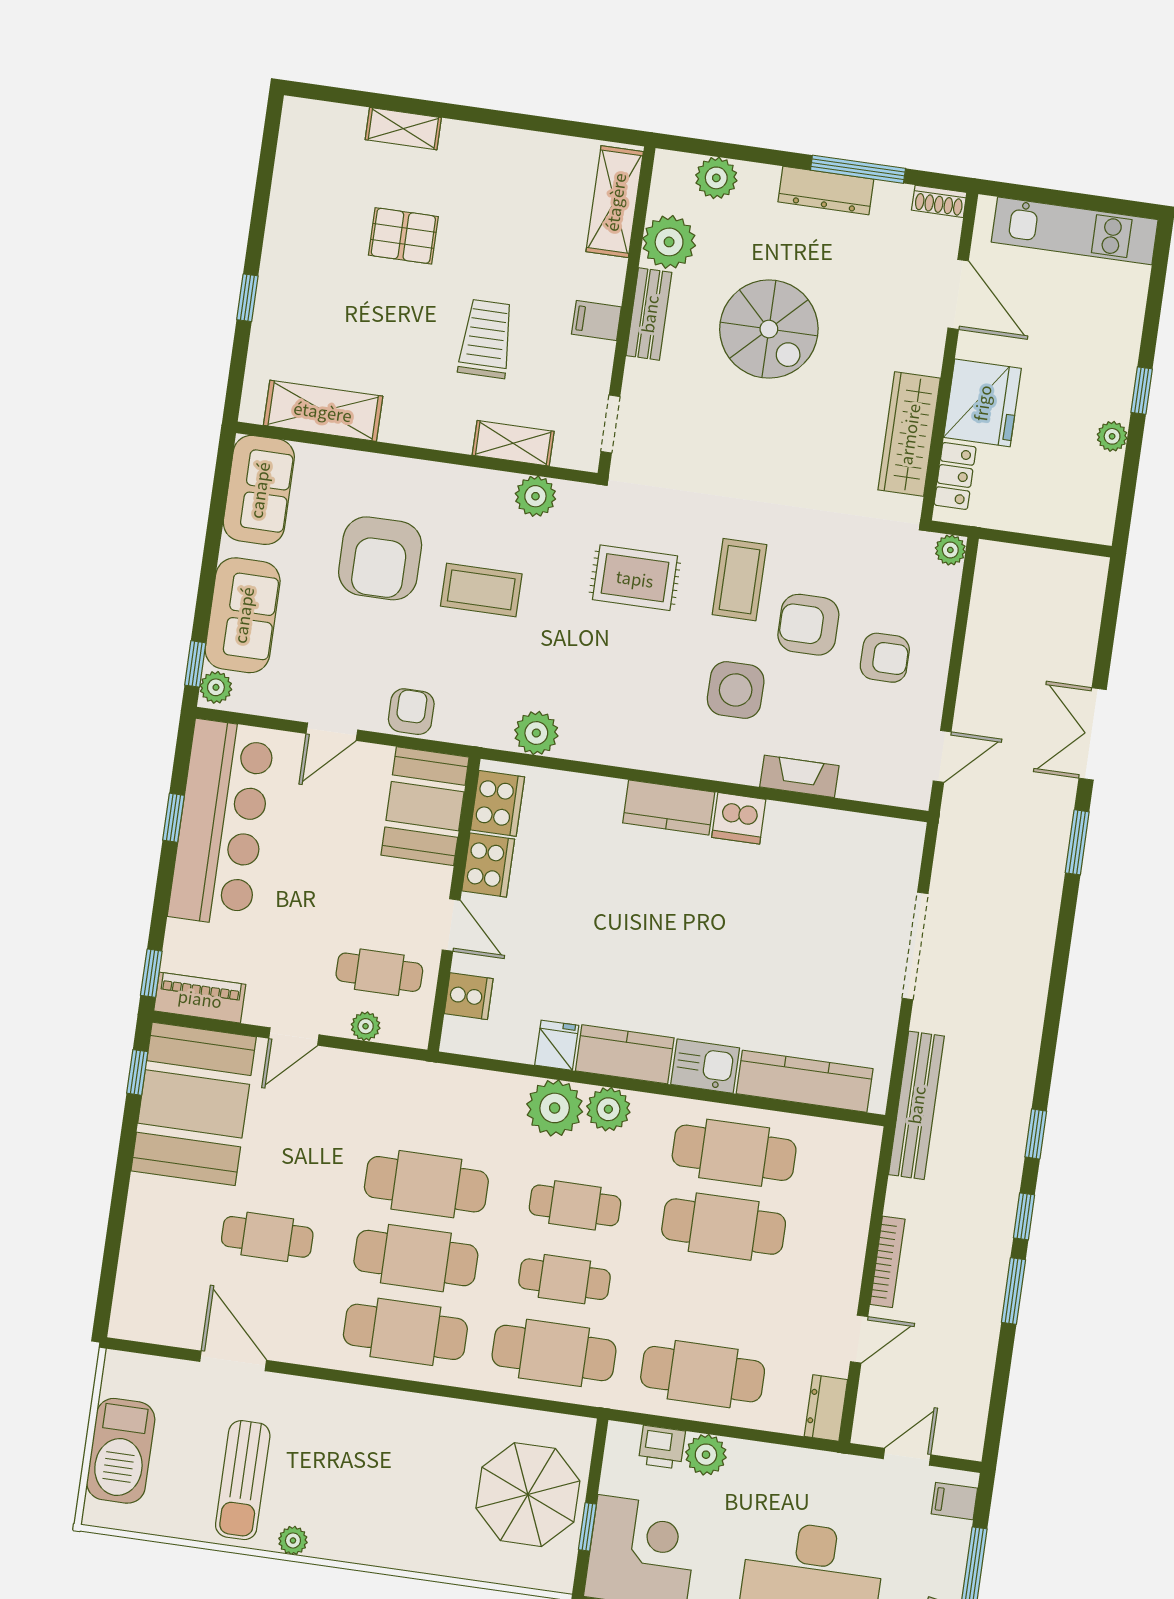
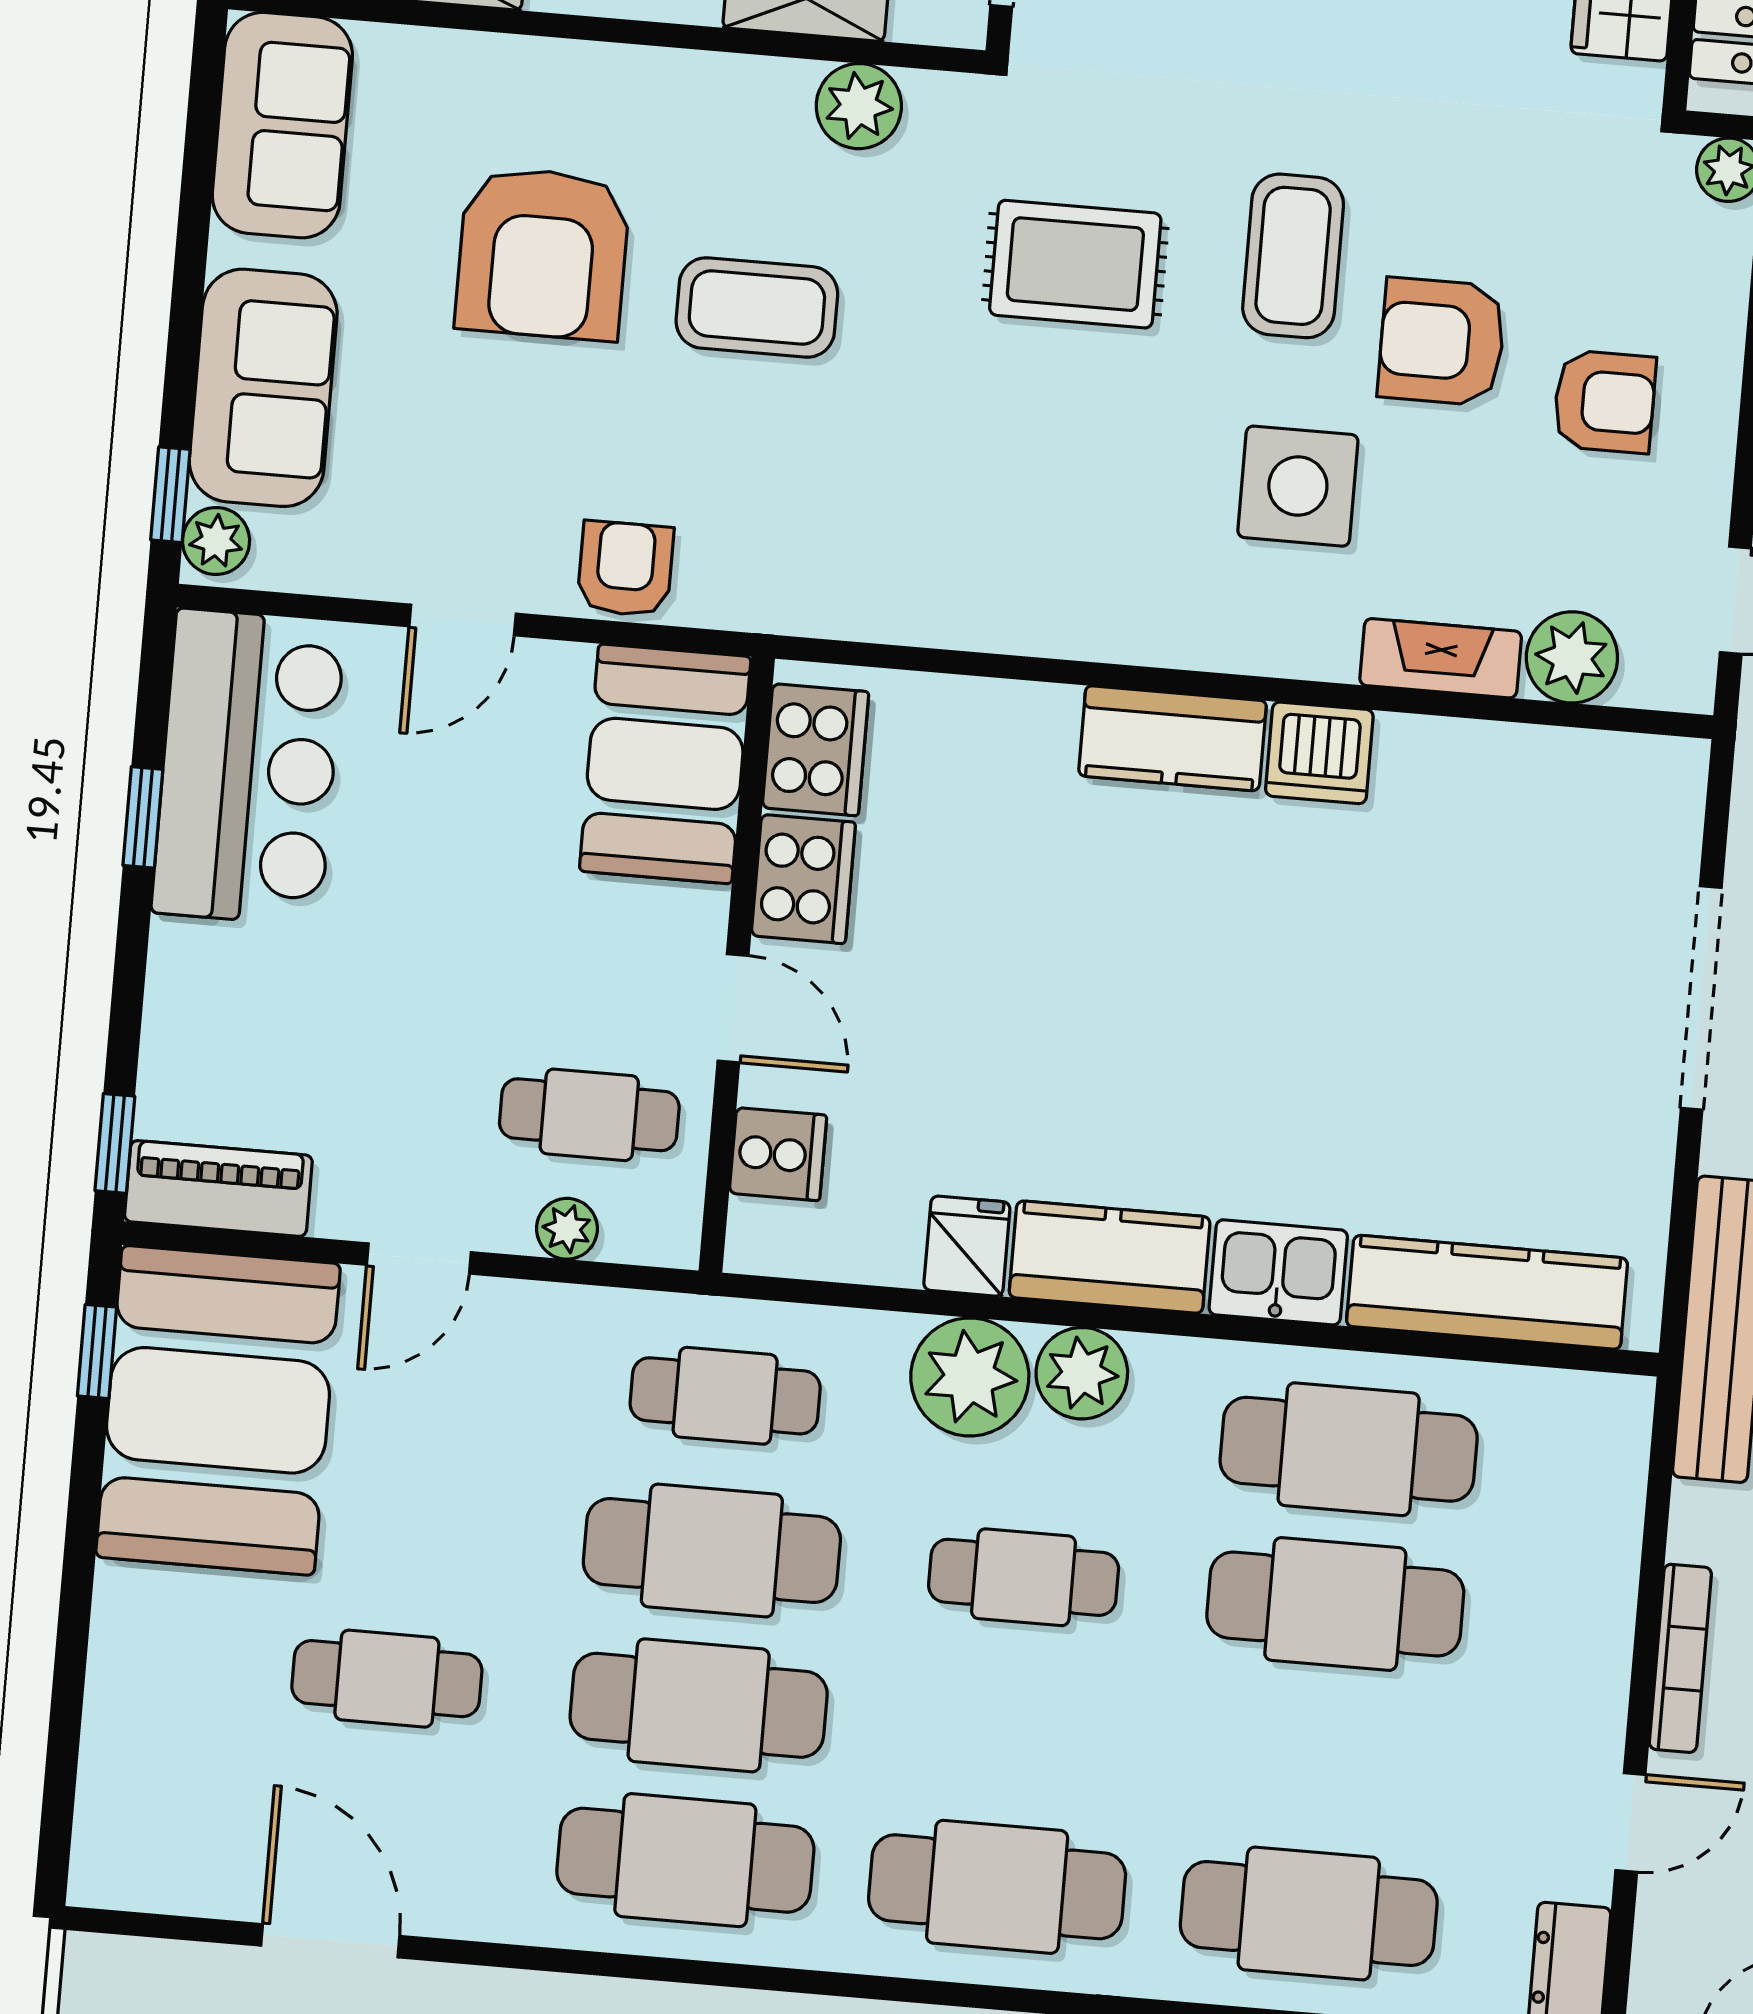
plant: (536, 733) -> (1572, 657), moved
bar counter: (222, 823) -> (248, 767), width x0.73
cafe table: (564, 1279) -> (725, 1396), moved

